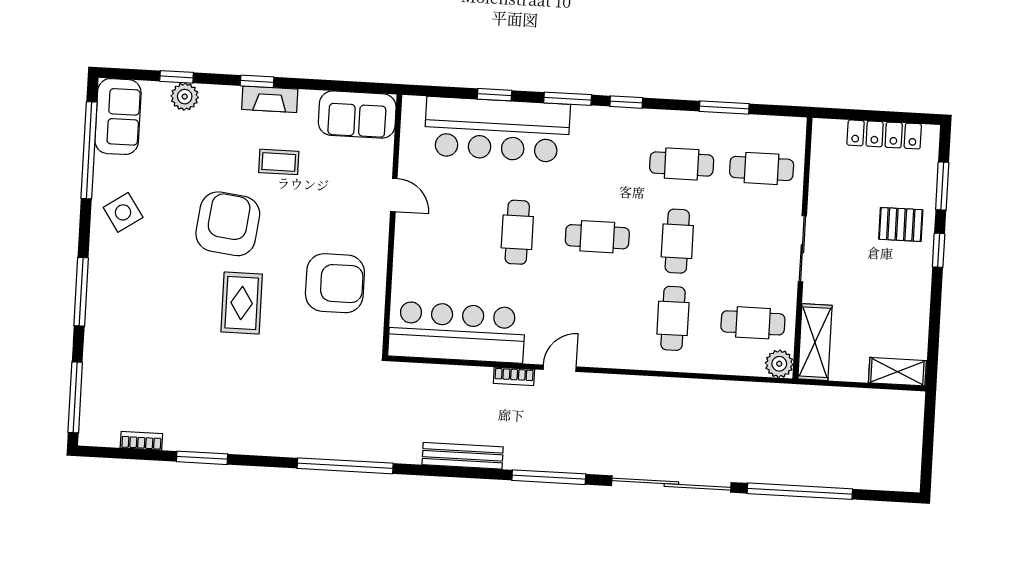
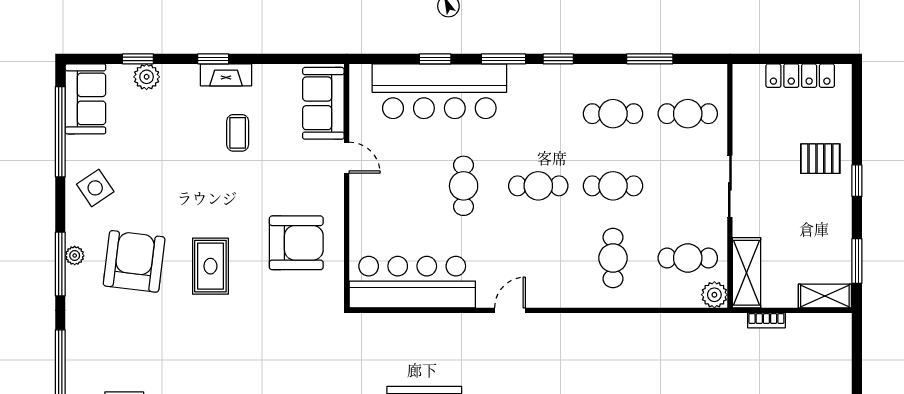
sofa: (357, 115) -> (323, 103), moved, turned 90
coffee table: (279, 162) -> (238, 133), turned 90
window: (942, 186) -> (857, 261), moved
armchair: (228, 224) -> (134, 261), moved
cafe table: (677, 241) -> (613, 186), turned 90
plant: (97, 284) -> (75, 256), added
bookcase: (514, 376) -> (766, 320), moved

